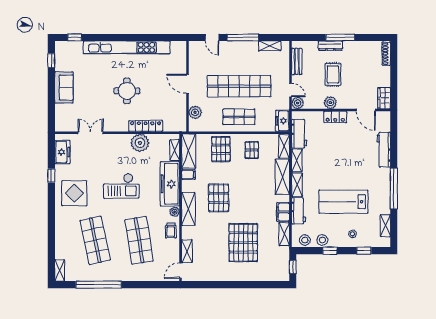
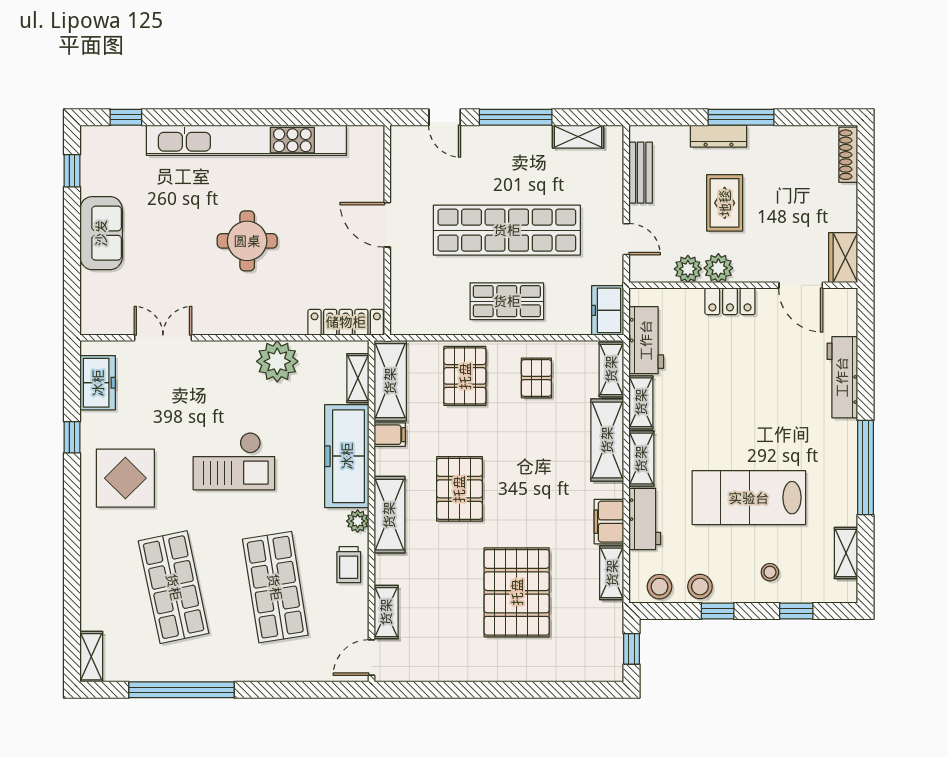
plant: (298, 103) -> (688, 269), moved
plant: (195, 112) -> (405, 291), removed
locker: (146, 126) -> (346, 322), moved

